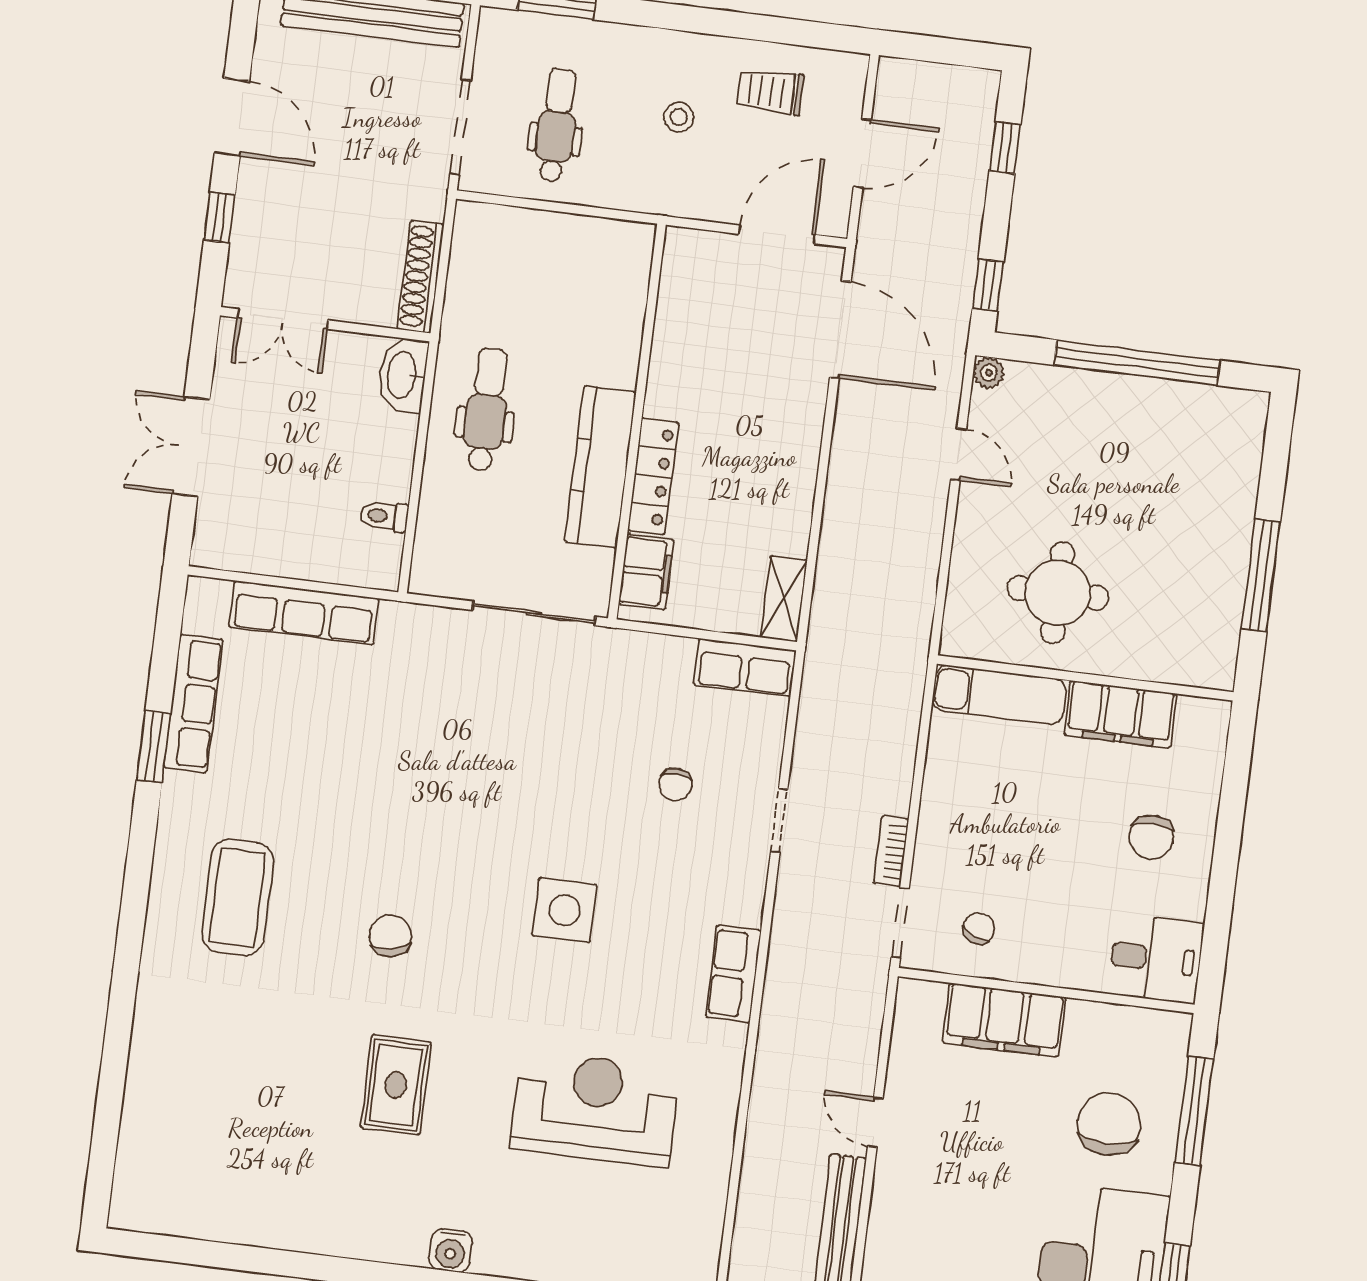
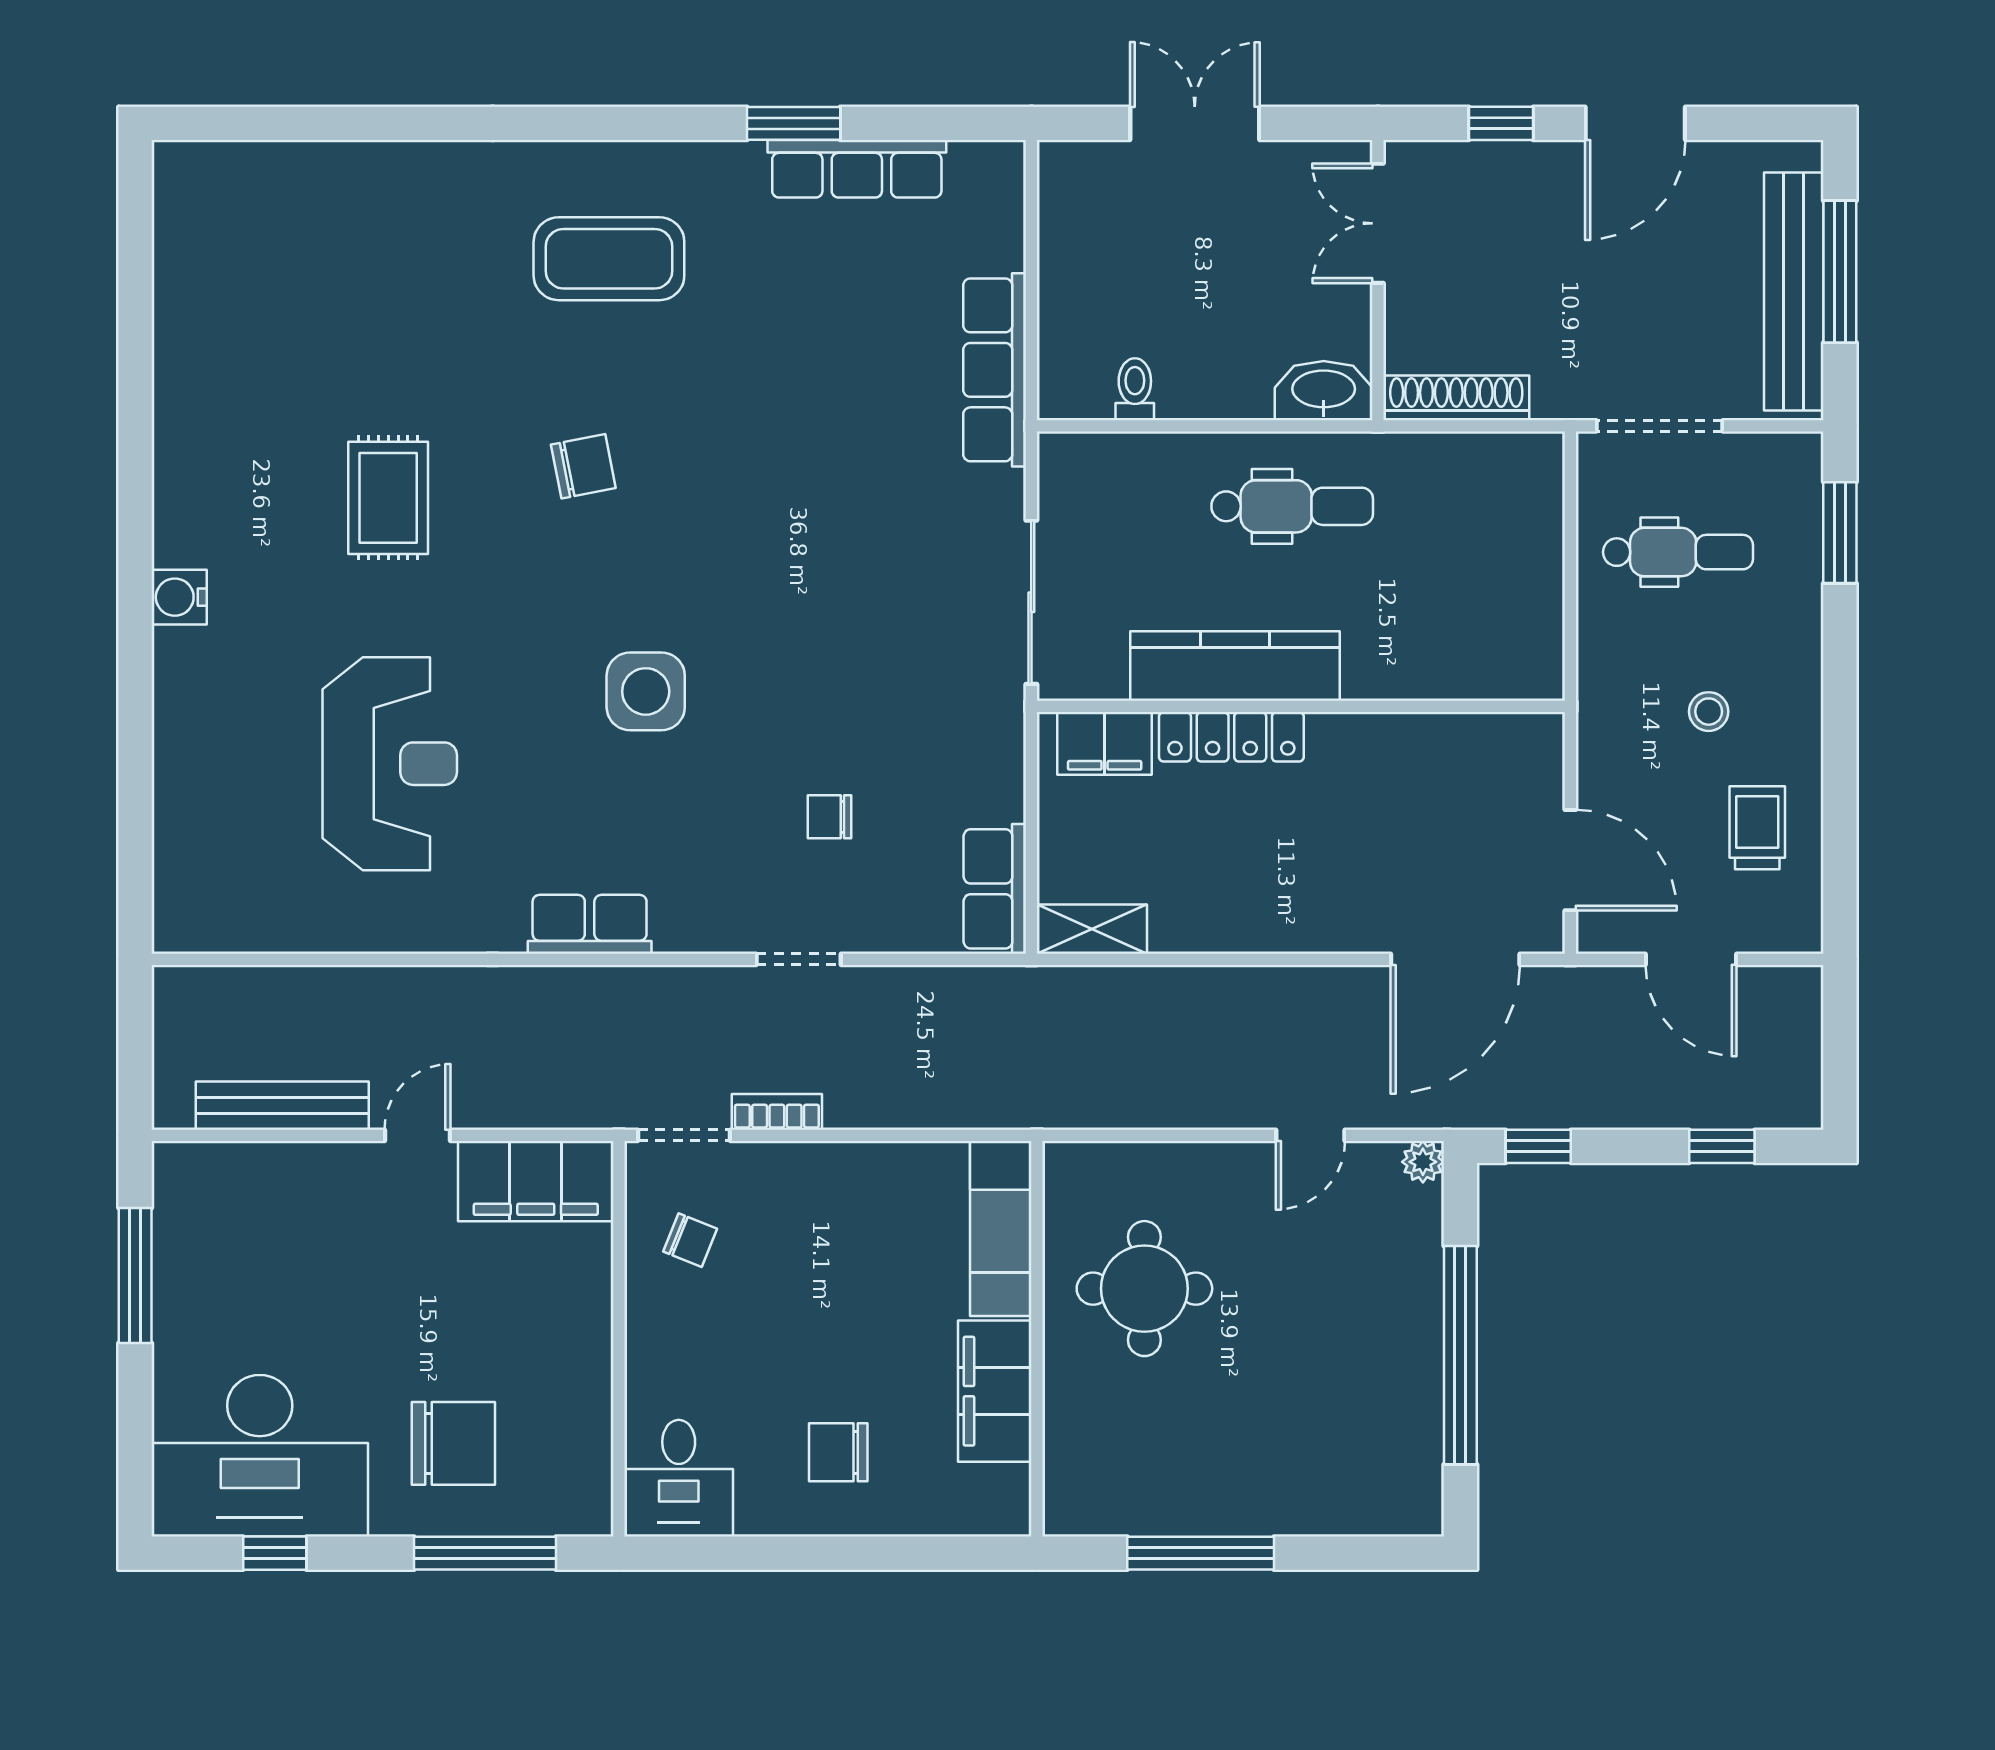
row of seats: (304, 613) -> (995, 370), moved
filing cabinet: (1004, 1020) -> (536, 1181), moved, turned -90
rug: (396, 1085) -> (388, 498), turned 90

